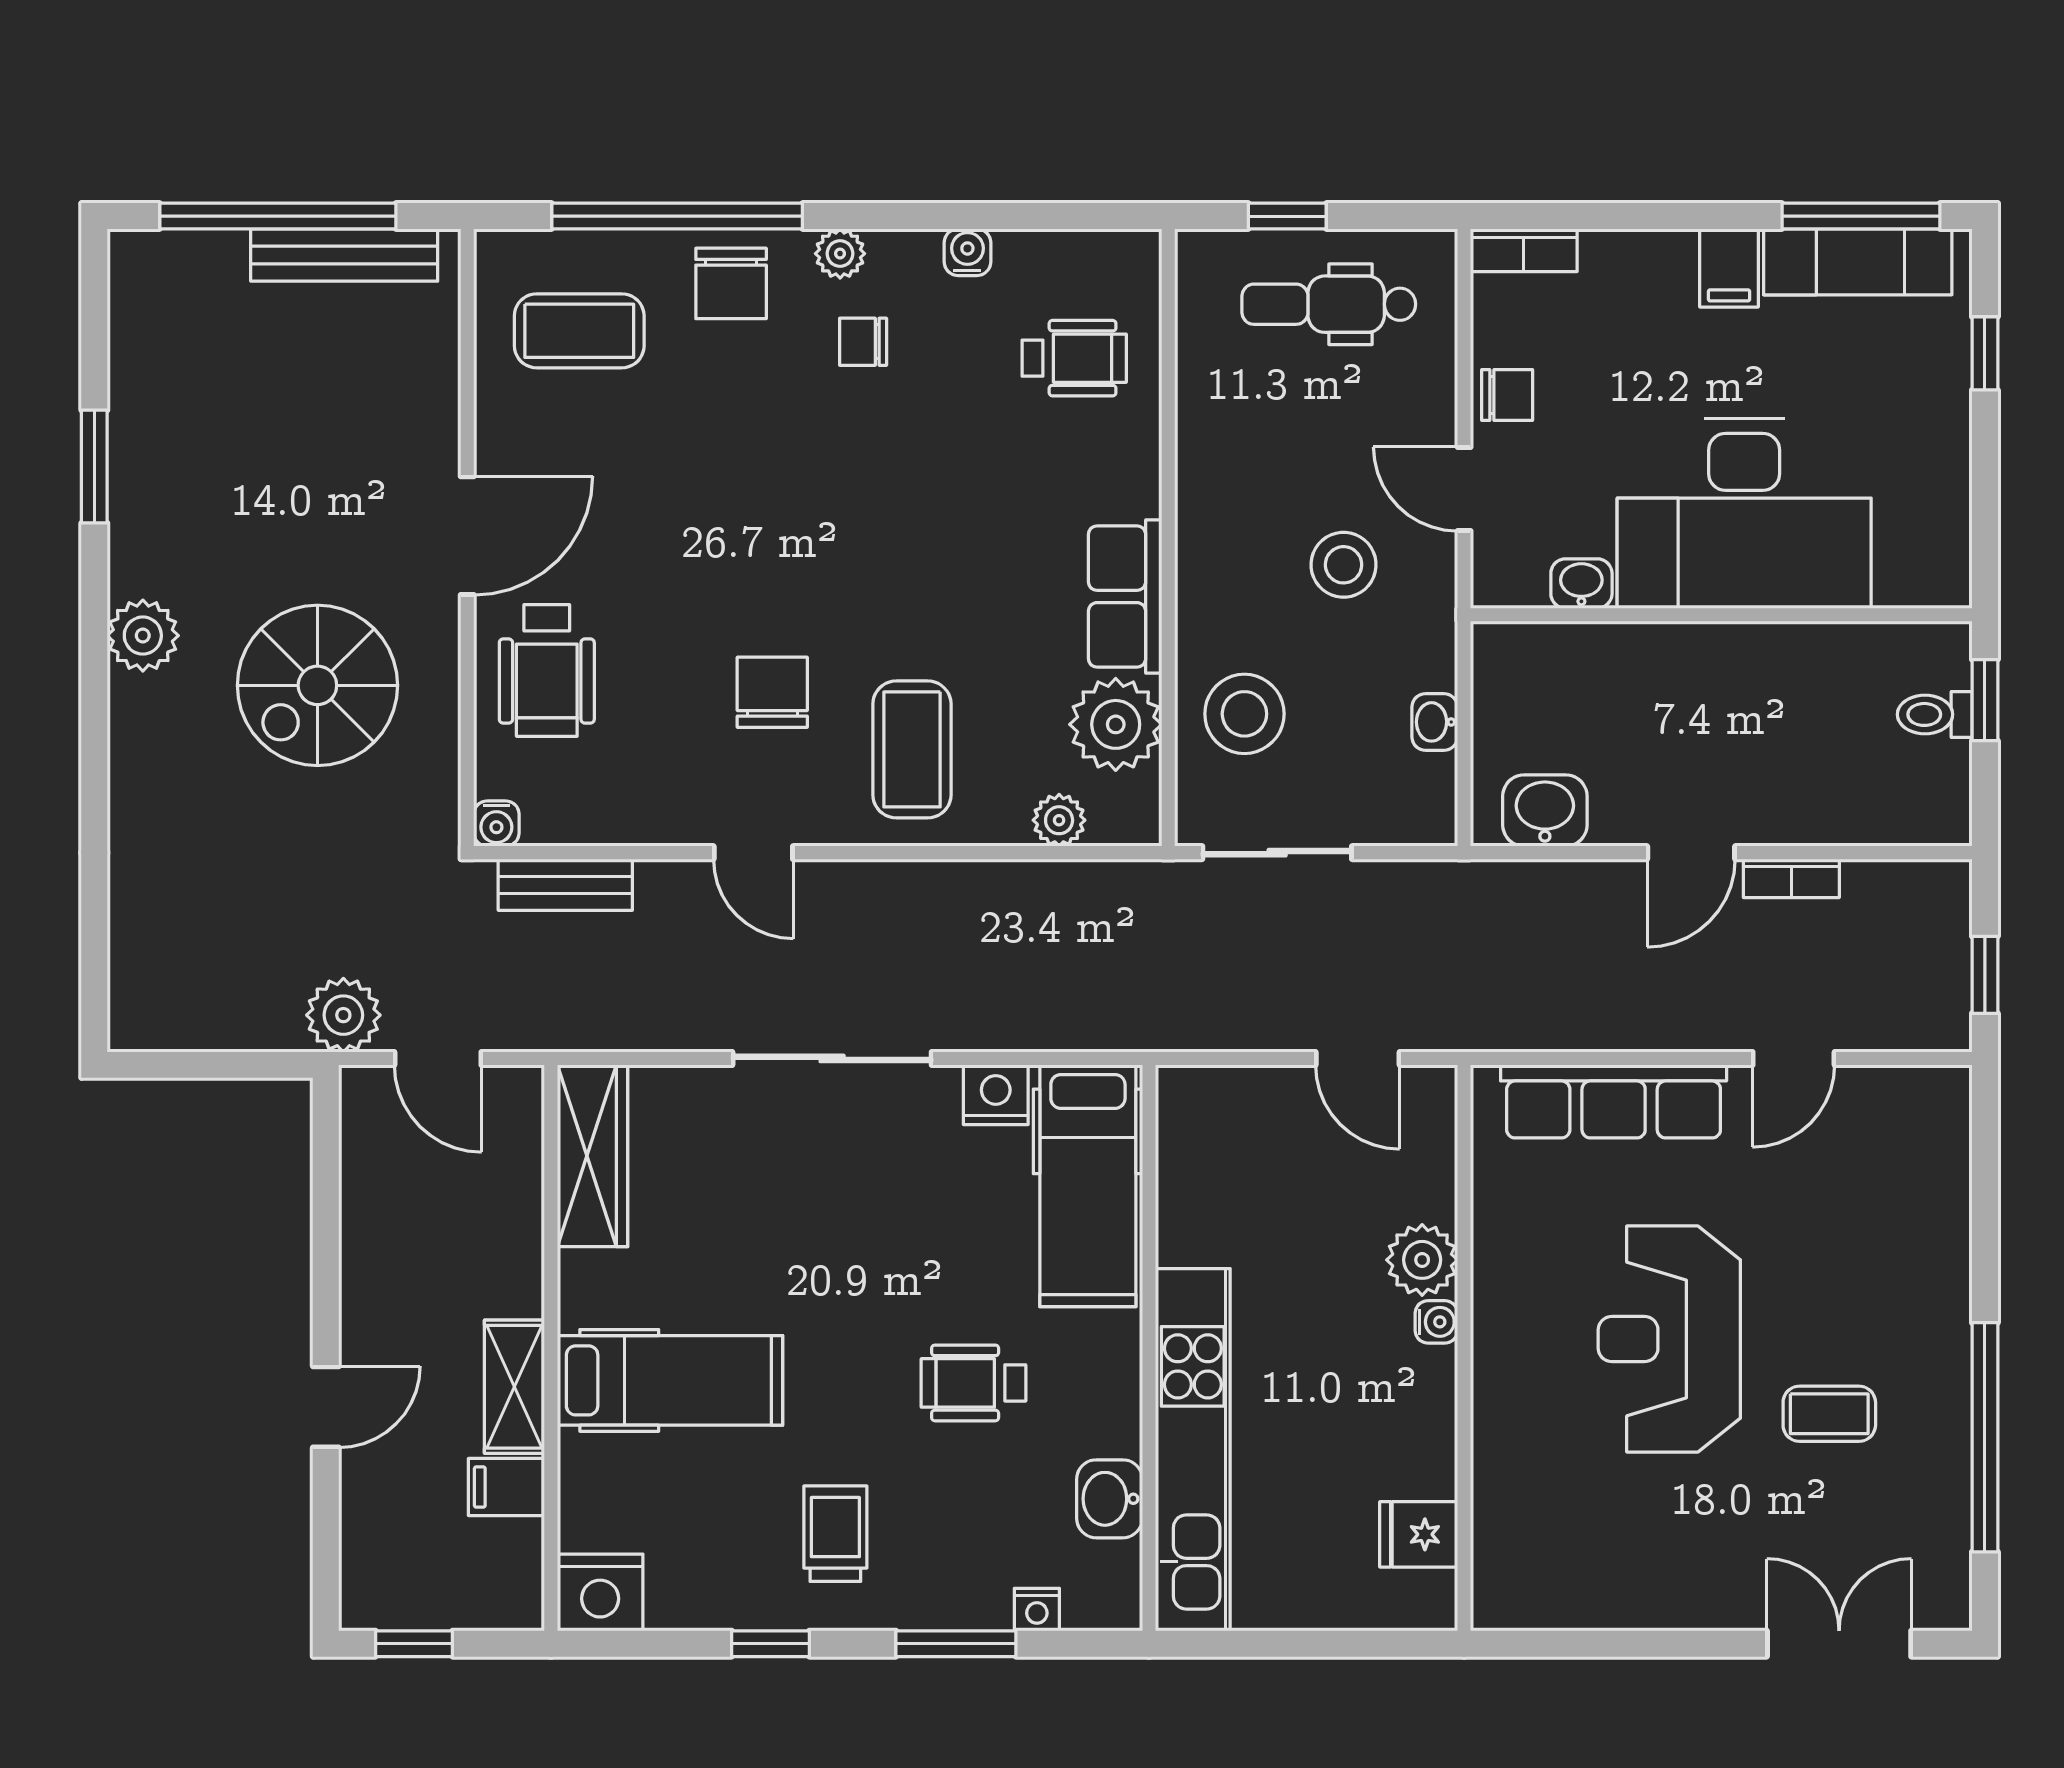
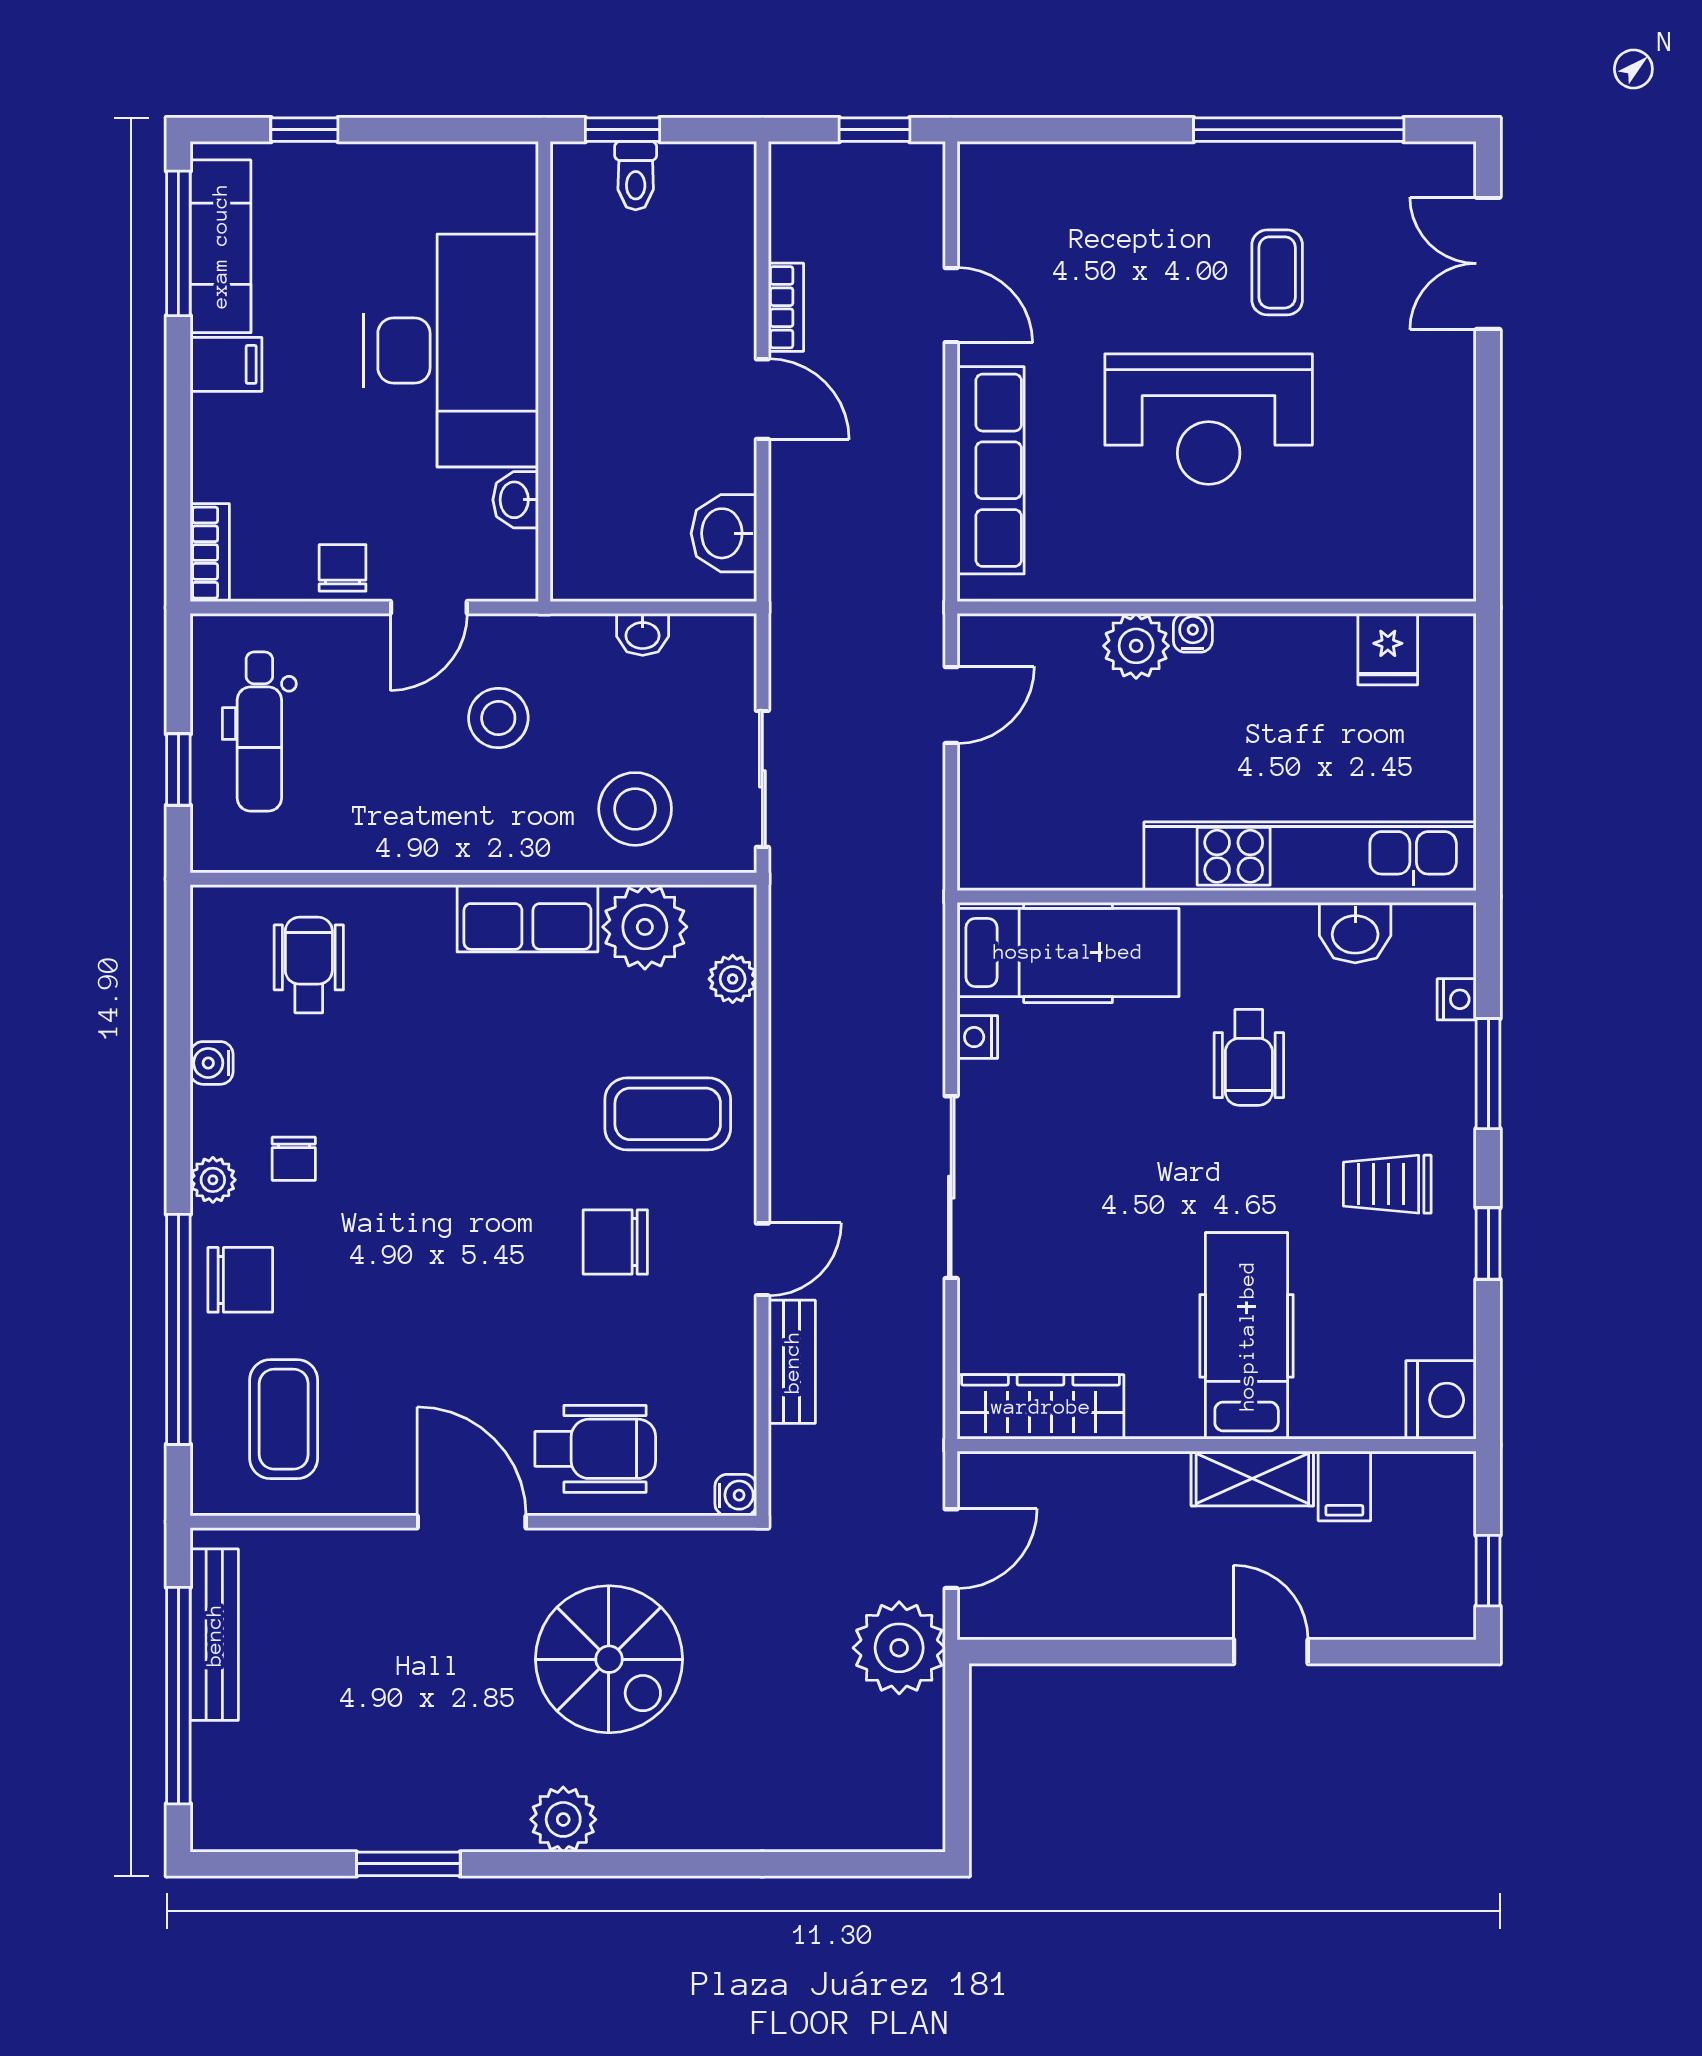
bench: (565, 885) -> (792, 1362), moved
plant: (343, 1015) -> (899, 1648), width x1.36, depth x1.36
nightstand: (996, 1095) -> (977, 1037), width x0.72, depth x0.74

